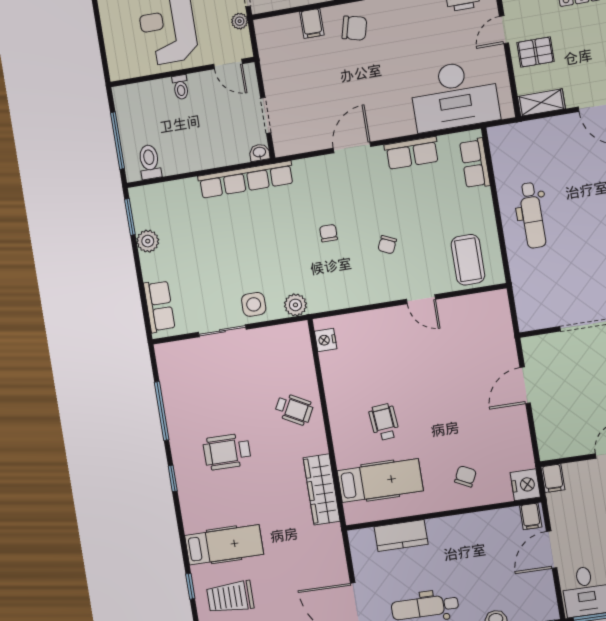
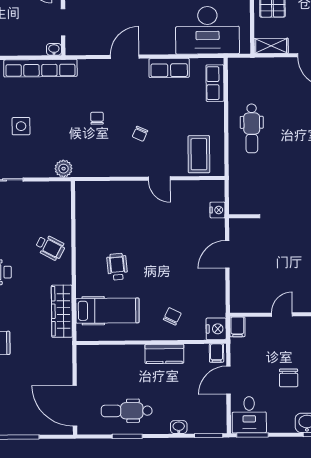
side table: (254, 304) -> (21, 126), moved
nightstand: (326, 340) -> (218, 210), moved, turned 180
kitchen counter: (401, 535) -> (164, 354), moved

